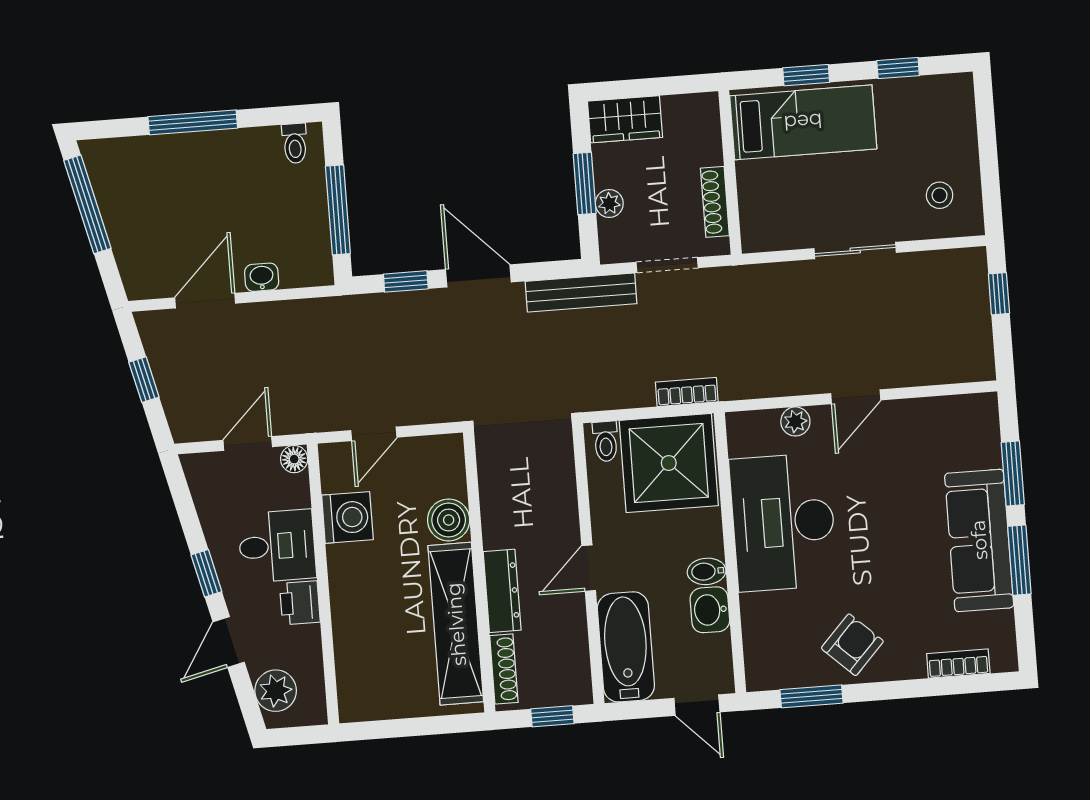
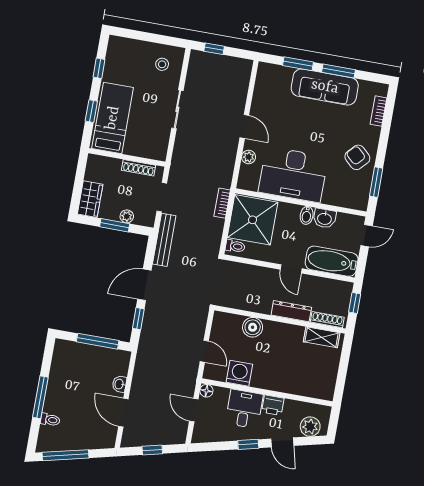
toilet: (295, 143) -> (50, 420), moved
shelving: (456, 624) -> (322, 337), width x0.45, depth x0.75

